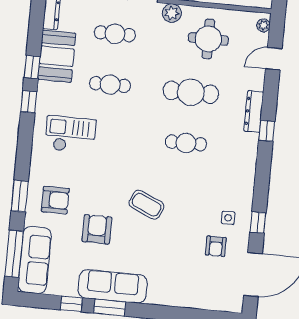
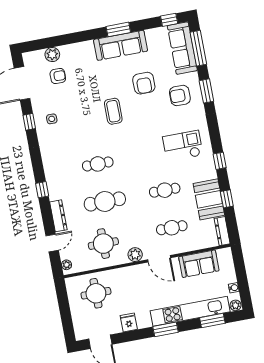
window: (32, 67) -> (227, 199), moved
dresser: (254, 112) -> (58, 216), moved
checkout: (70, 135) -> (183, 146), turned 180
coffee table: (146, 205) -> (113, 111), turned 66
armchair: (216, 246) -> (58, 76), moved, turned 90
plant: (203, 300) -> (52, 55), added
window: (71, 304) -> (169, 20), moved

